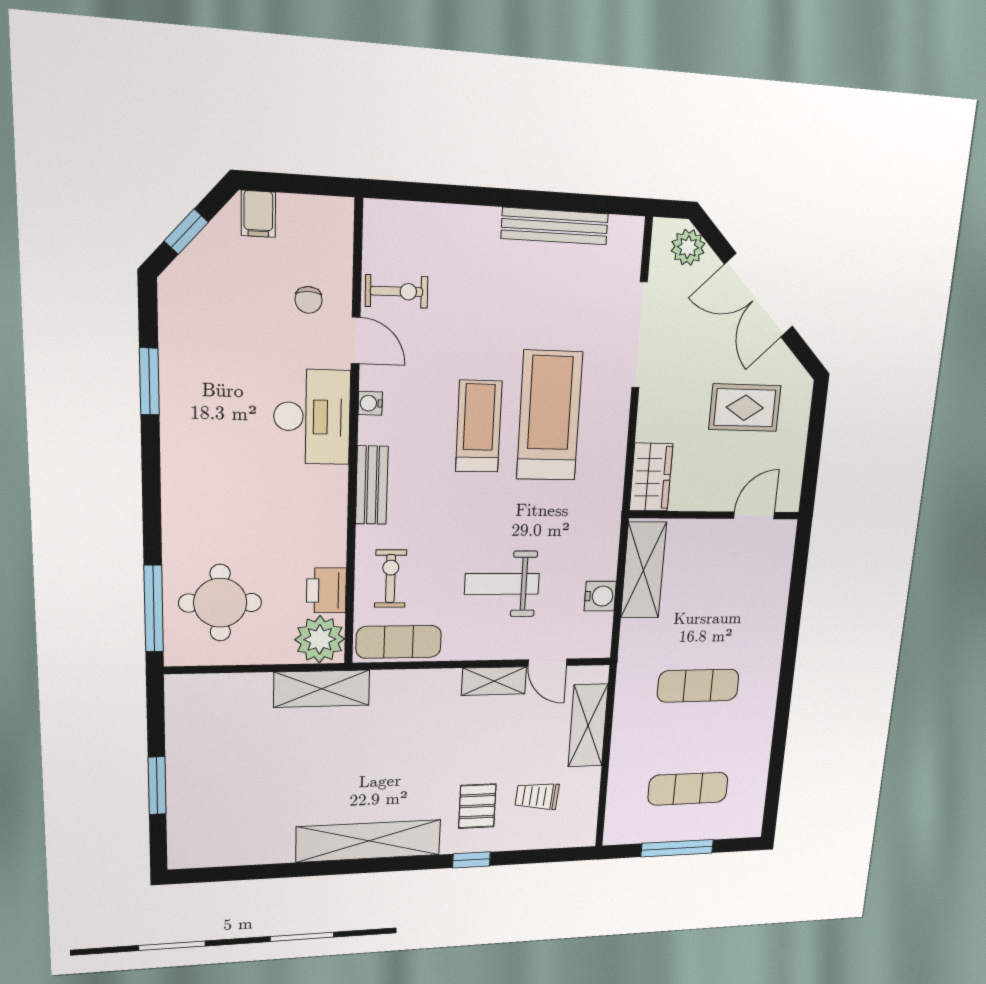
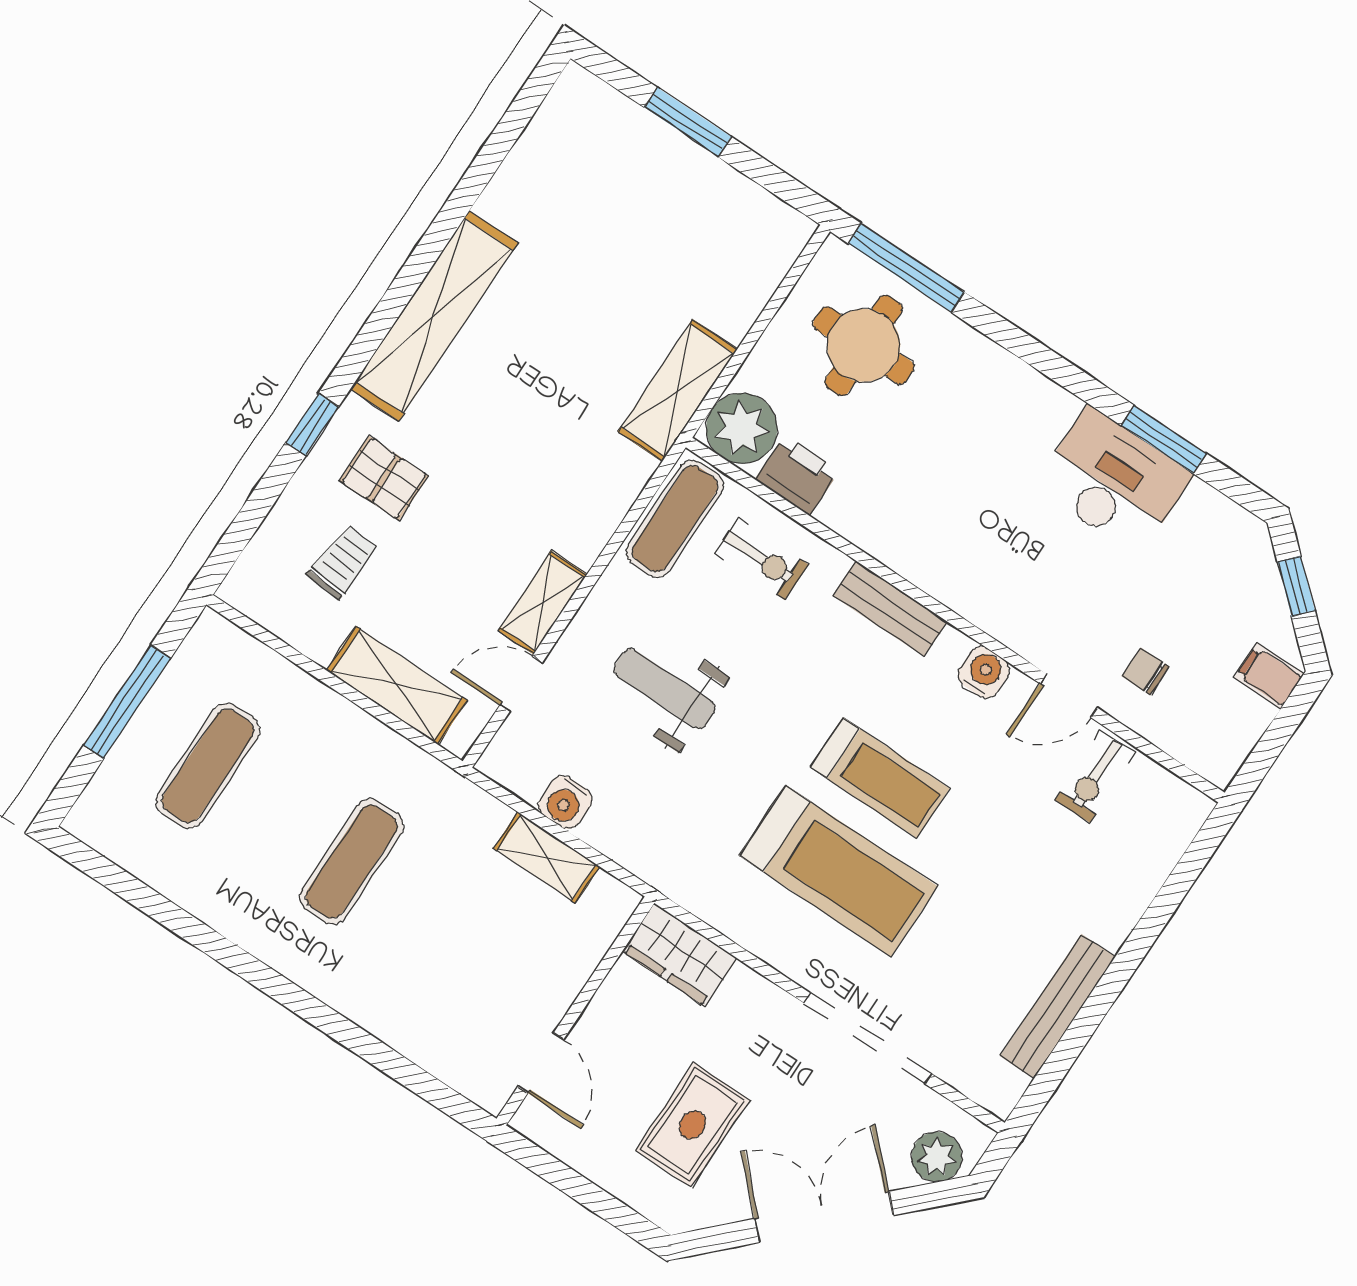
water cooler: (370, 403) -> (984, 672), width x1.38, depth x1.38
desk: (312, 417) -> (1113, 481), moved, turned 180
shelving: (643, 570) -> (546, 858), width x0.67, depth x0.75
weight bench: (502, 584) -> (665, 689), turned -90

